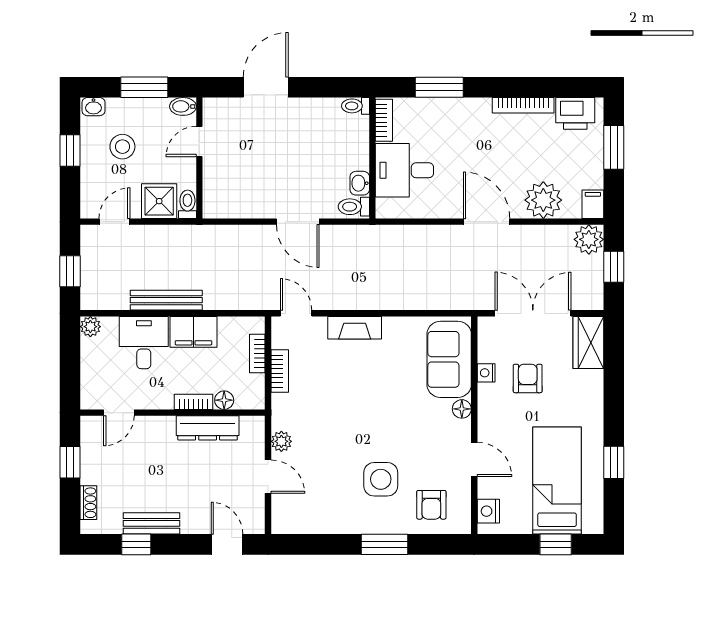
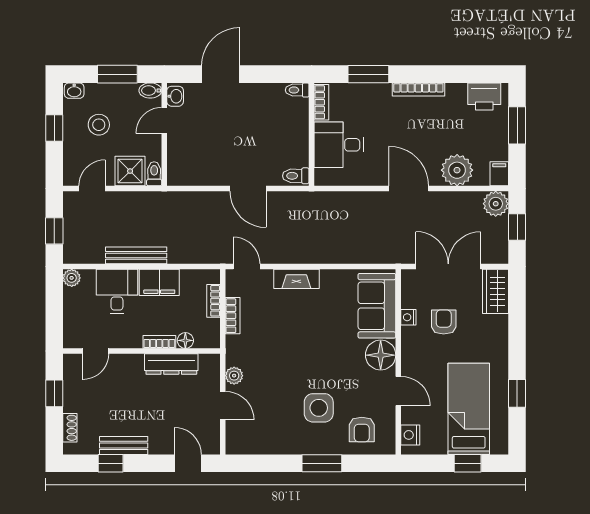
bookcase: (523, 105) -> (418, 89), moved
washbasin: (360, 183) -> (175, 96), moved, turned 180
floor lamp: (462, 409) -> (381, 355), width x1.89, depth x1.89

